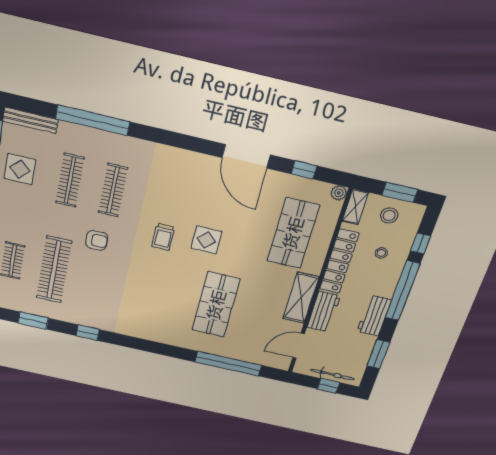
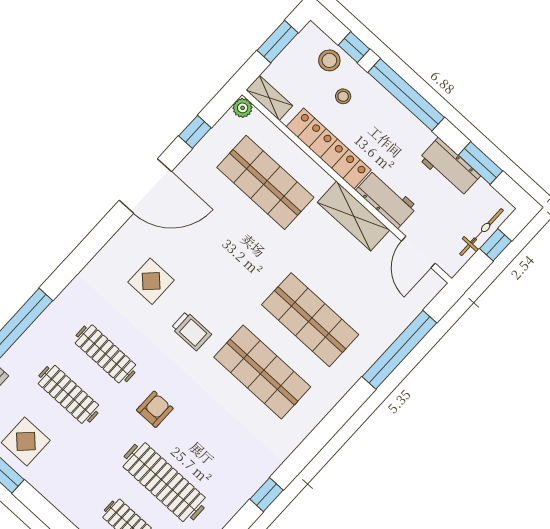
stool: (389, 216) -> (329, 60), moved
display table: (206, 240) -> (151, 281), moved
shop shelf: (164, 293) -> (262, 372), added
workbench: (374, 316) -> (450, 167), moved

